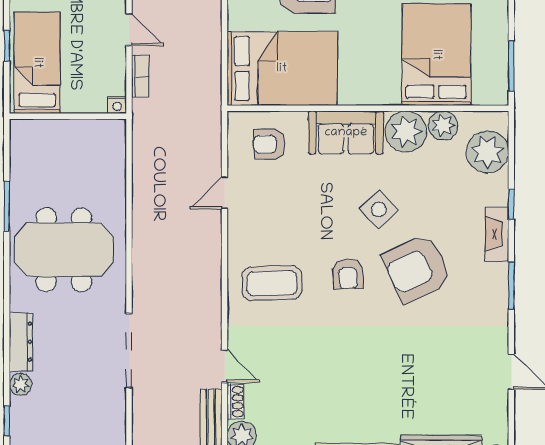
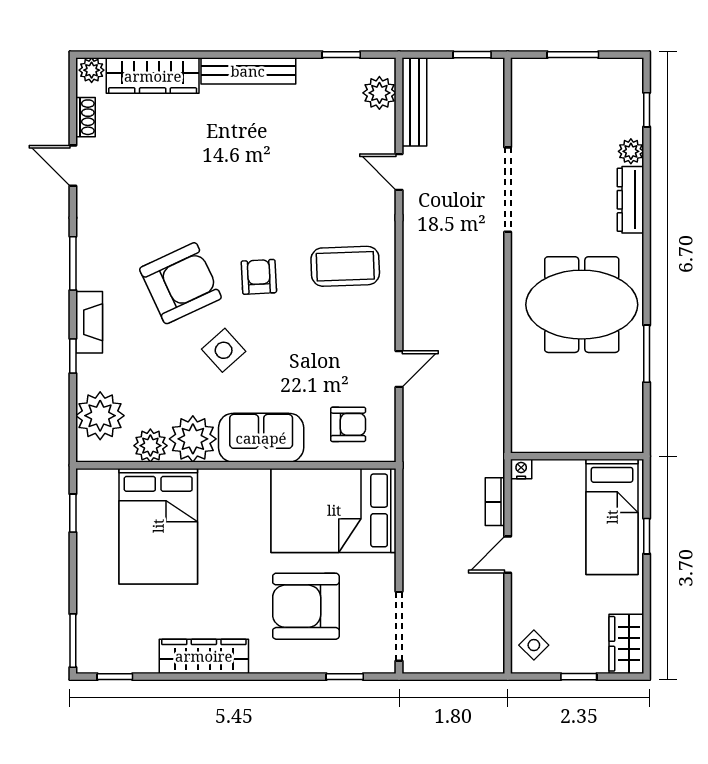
door: (129, 30) -> (508, 555), hinge flipped
window: (511, 66) -> (73, 513), width x0.67
shoe rack: (236, 402) -> (86, 117), moved, turned 180

